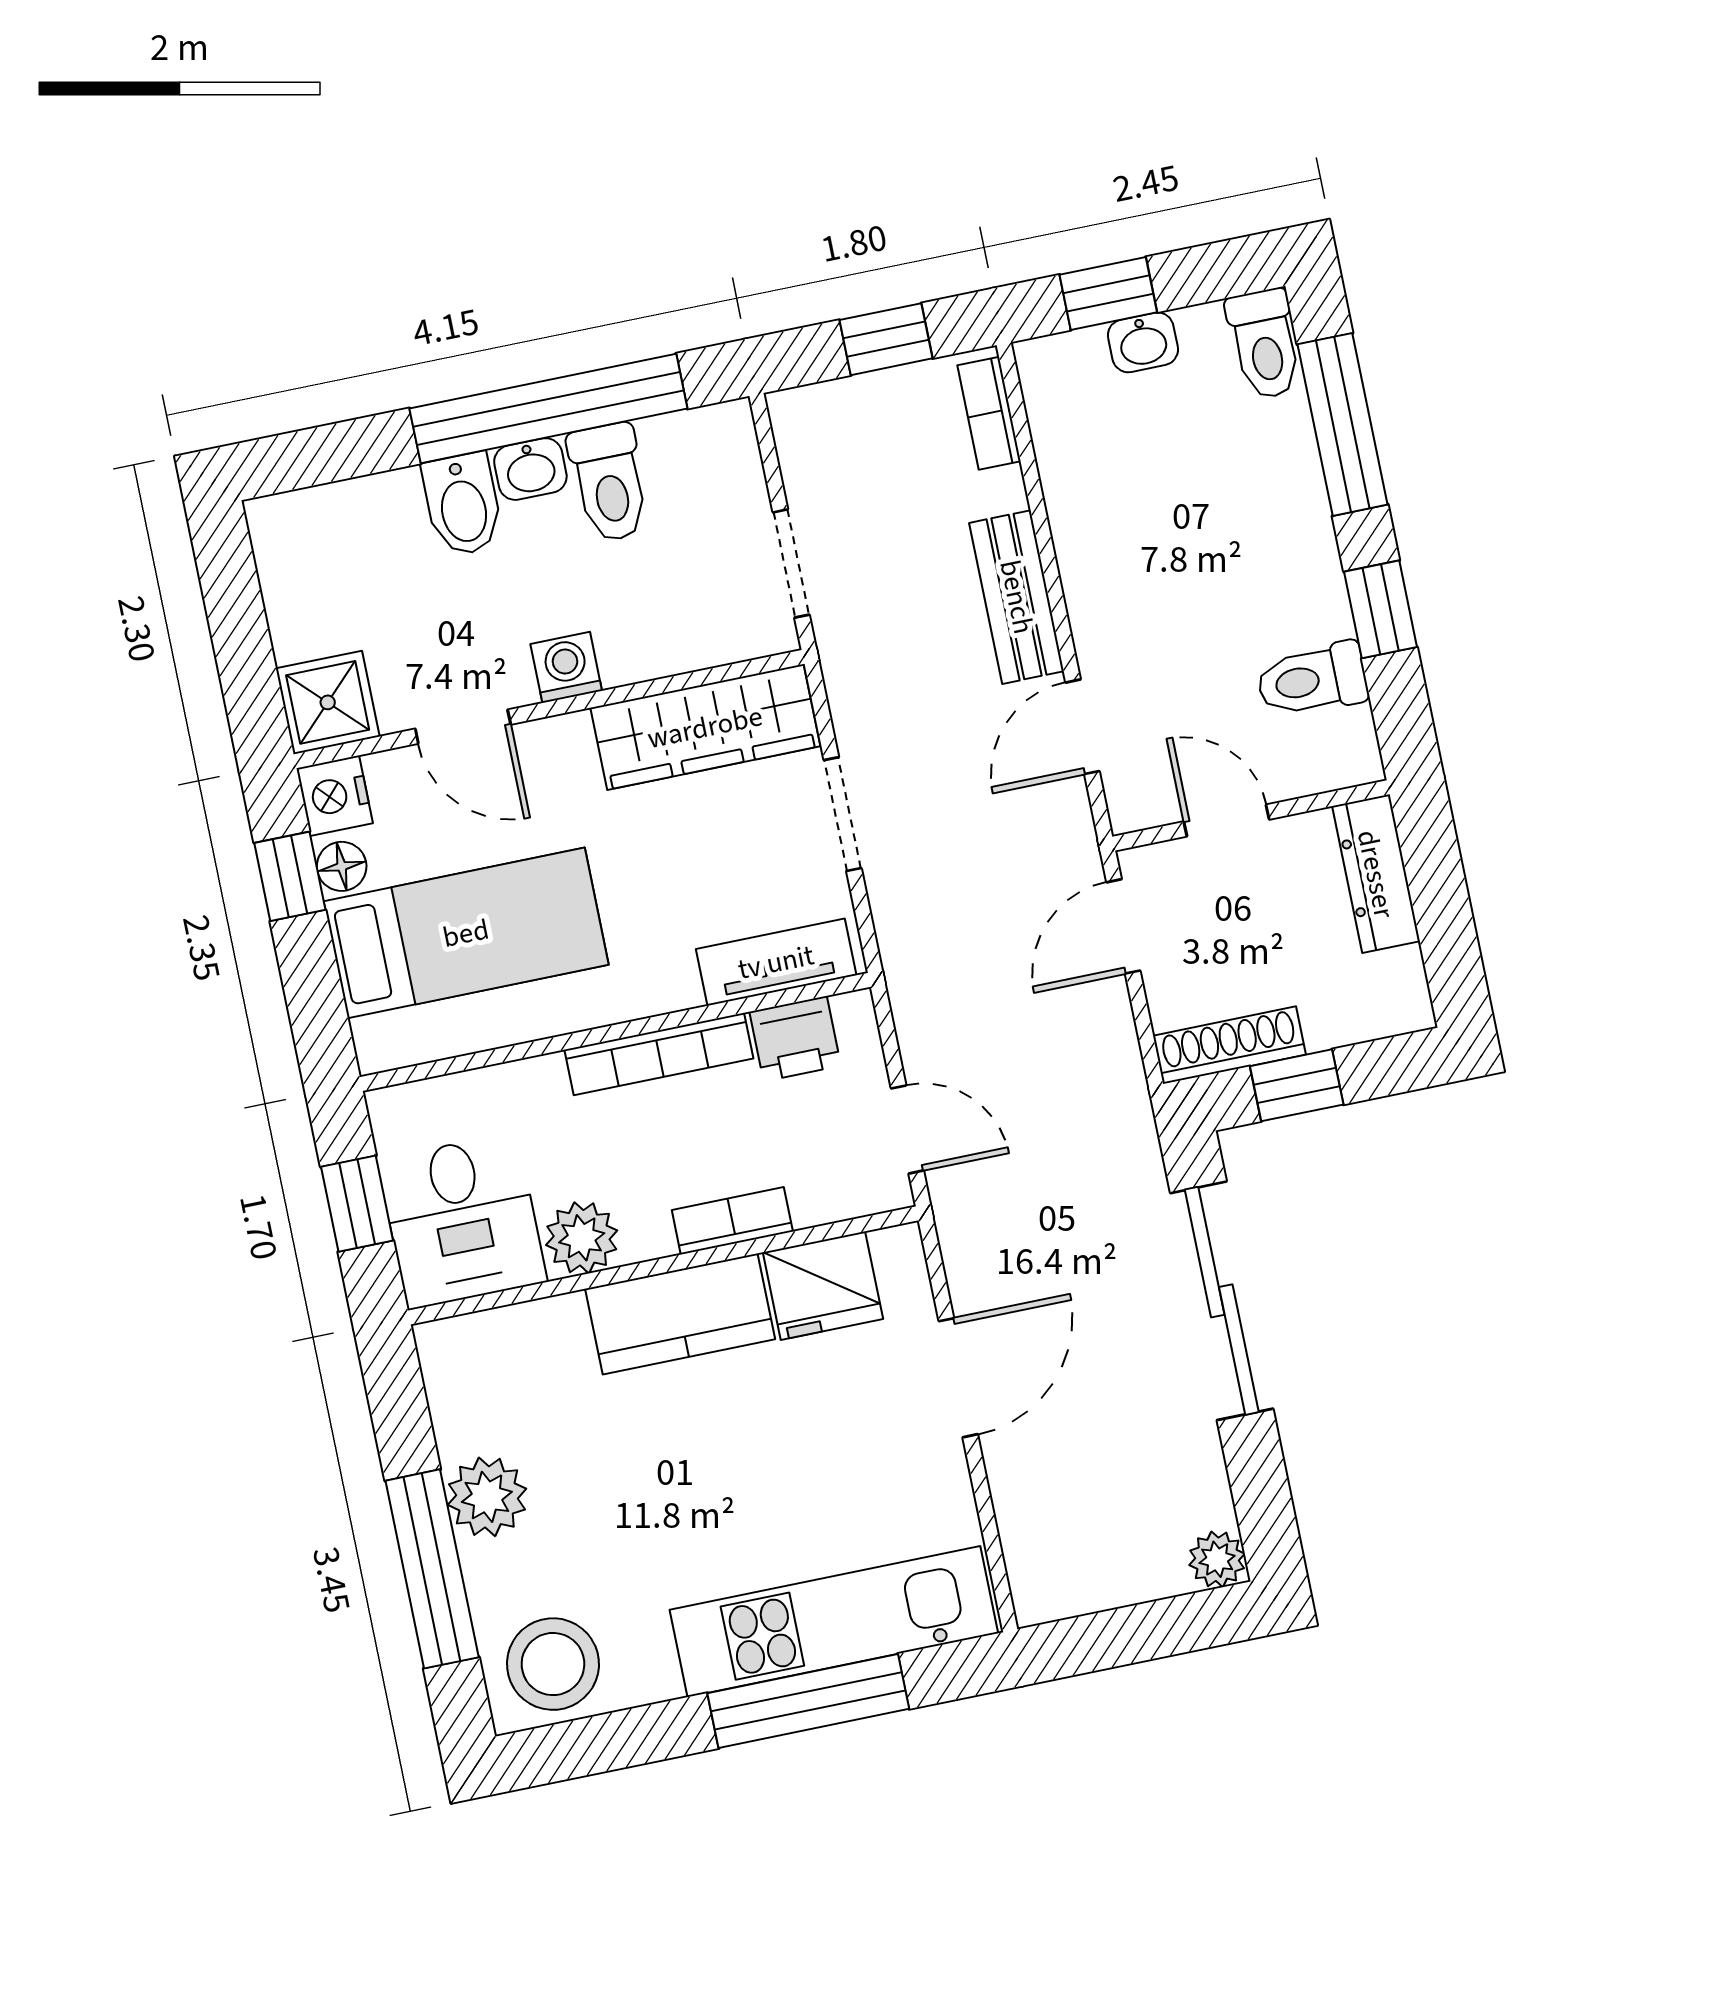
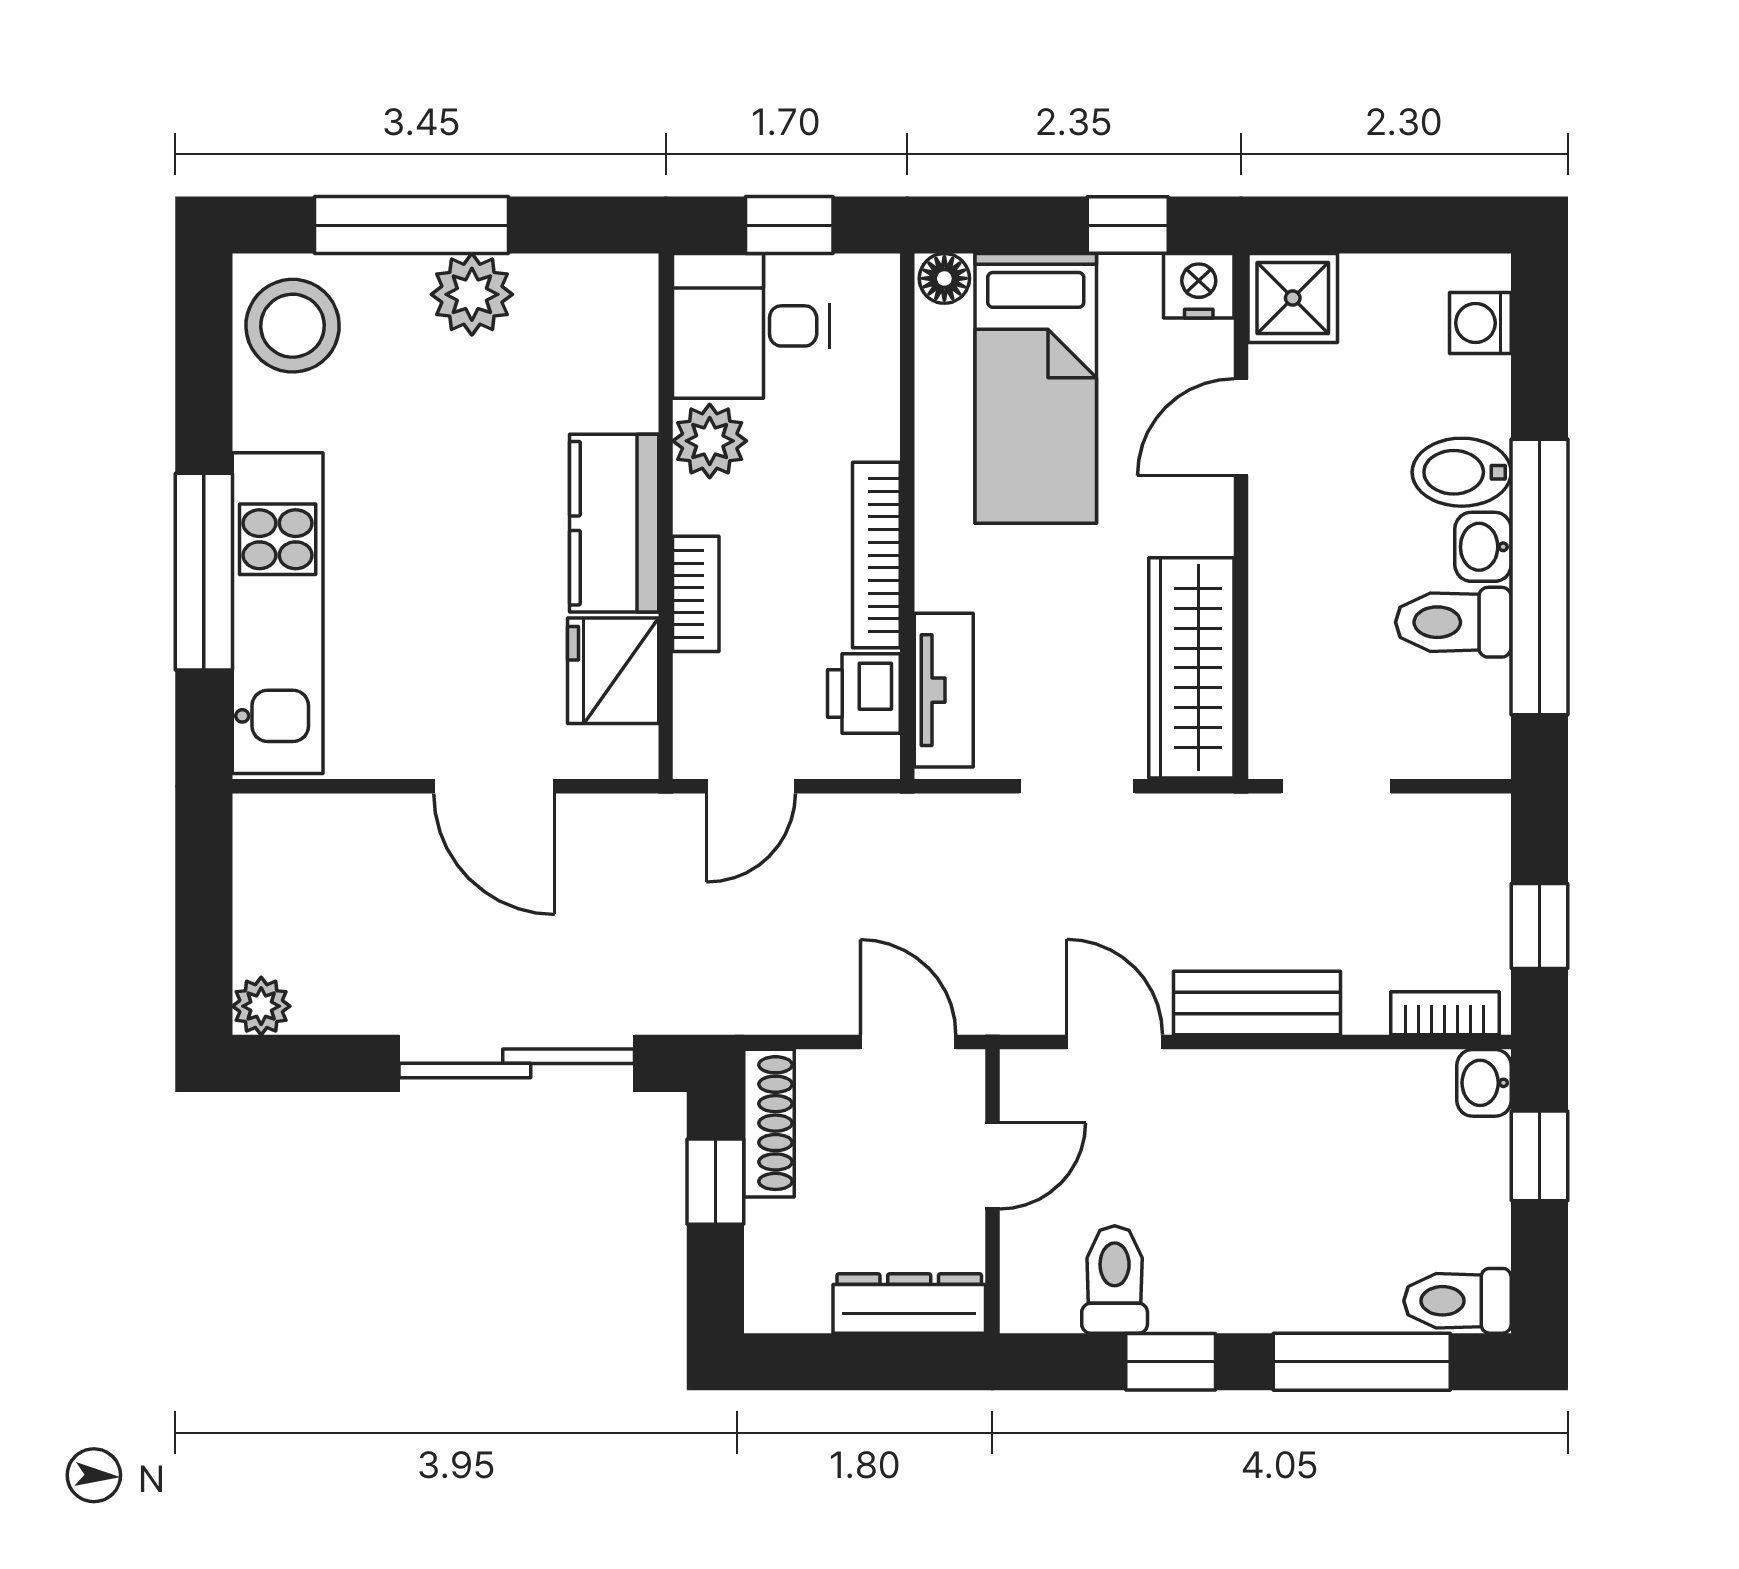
washbasin: (1143, 342) -> (1484, 1083), moved
washing machine: (566, 667) -> (1480, 323), moved, turned 180
floor lamp: (342, 866) -> (944, 278), moved

